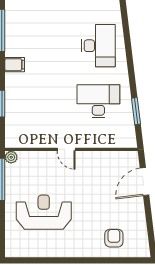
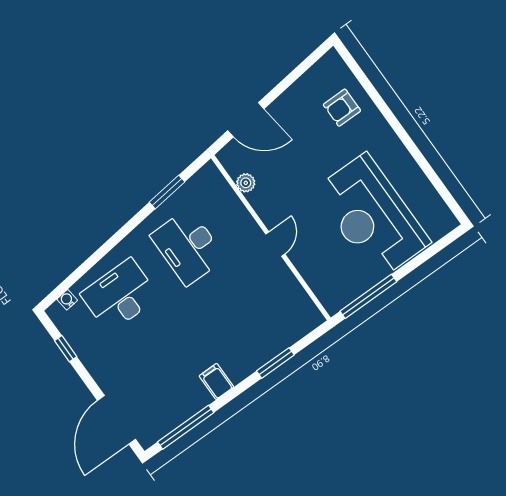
water cooler: (116, 16) -> (67, 300), added
plant: (11, 157) -> (246, 183), moved
reception desk: (44, 212) -> (372, 216), width x1.36, depth x1.30

